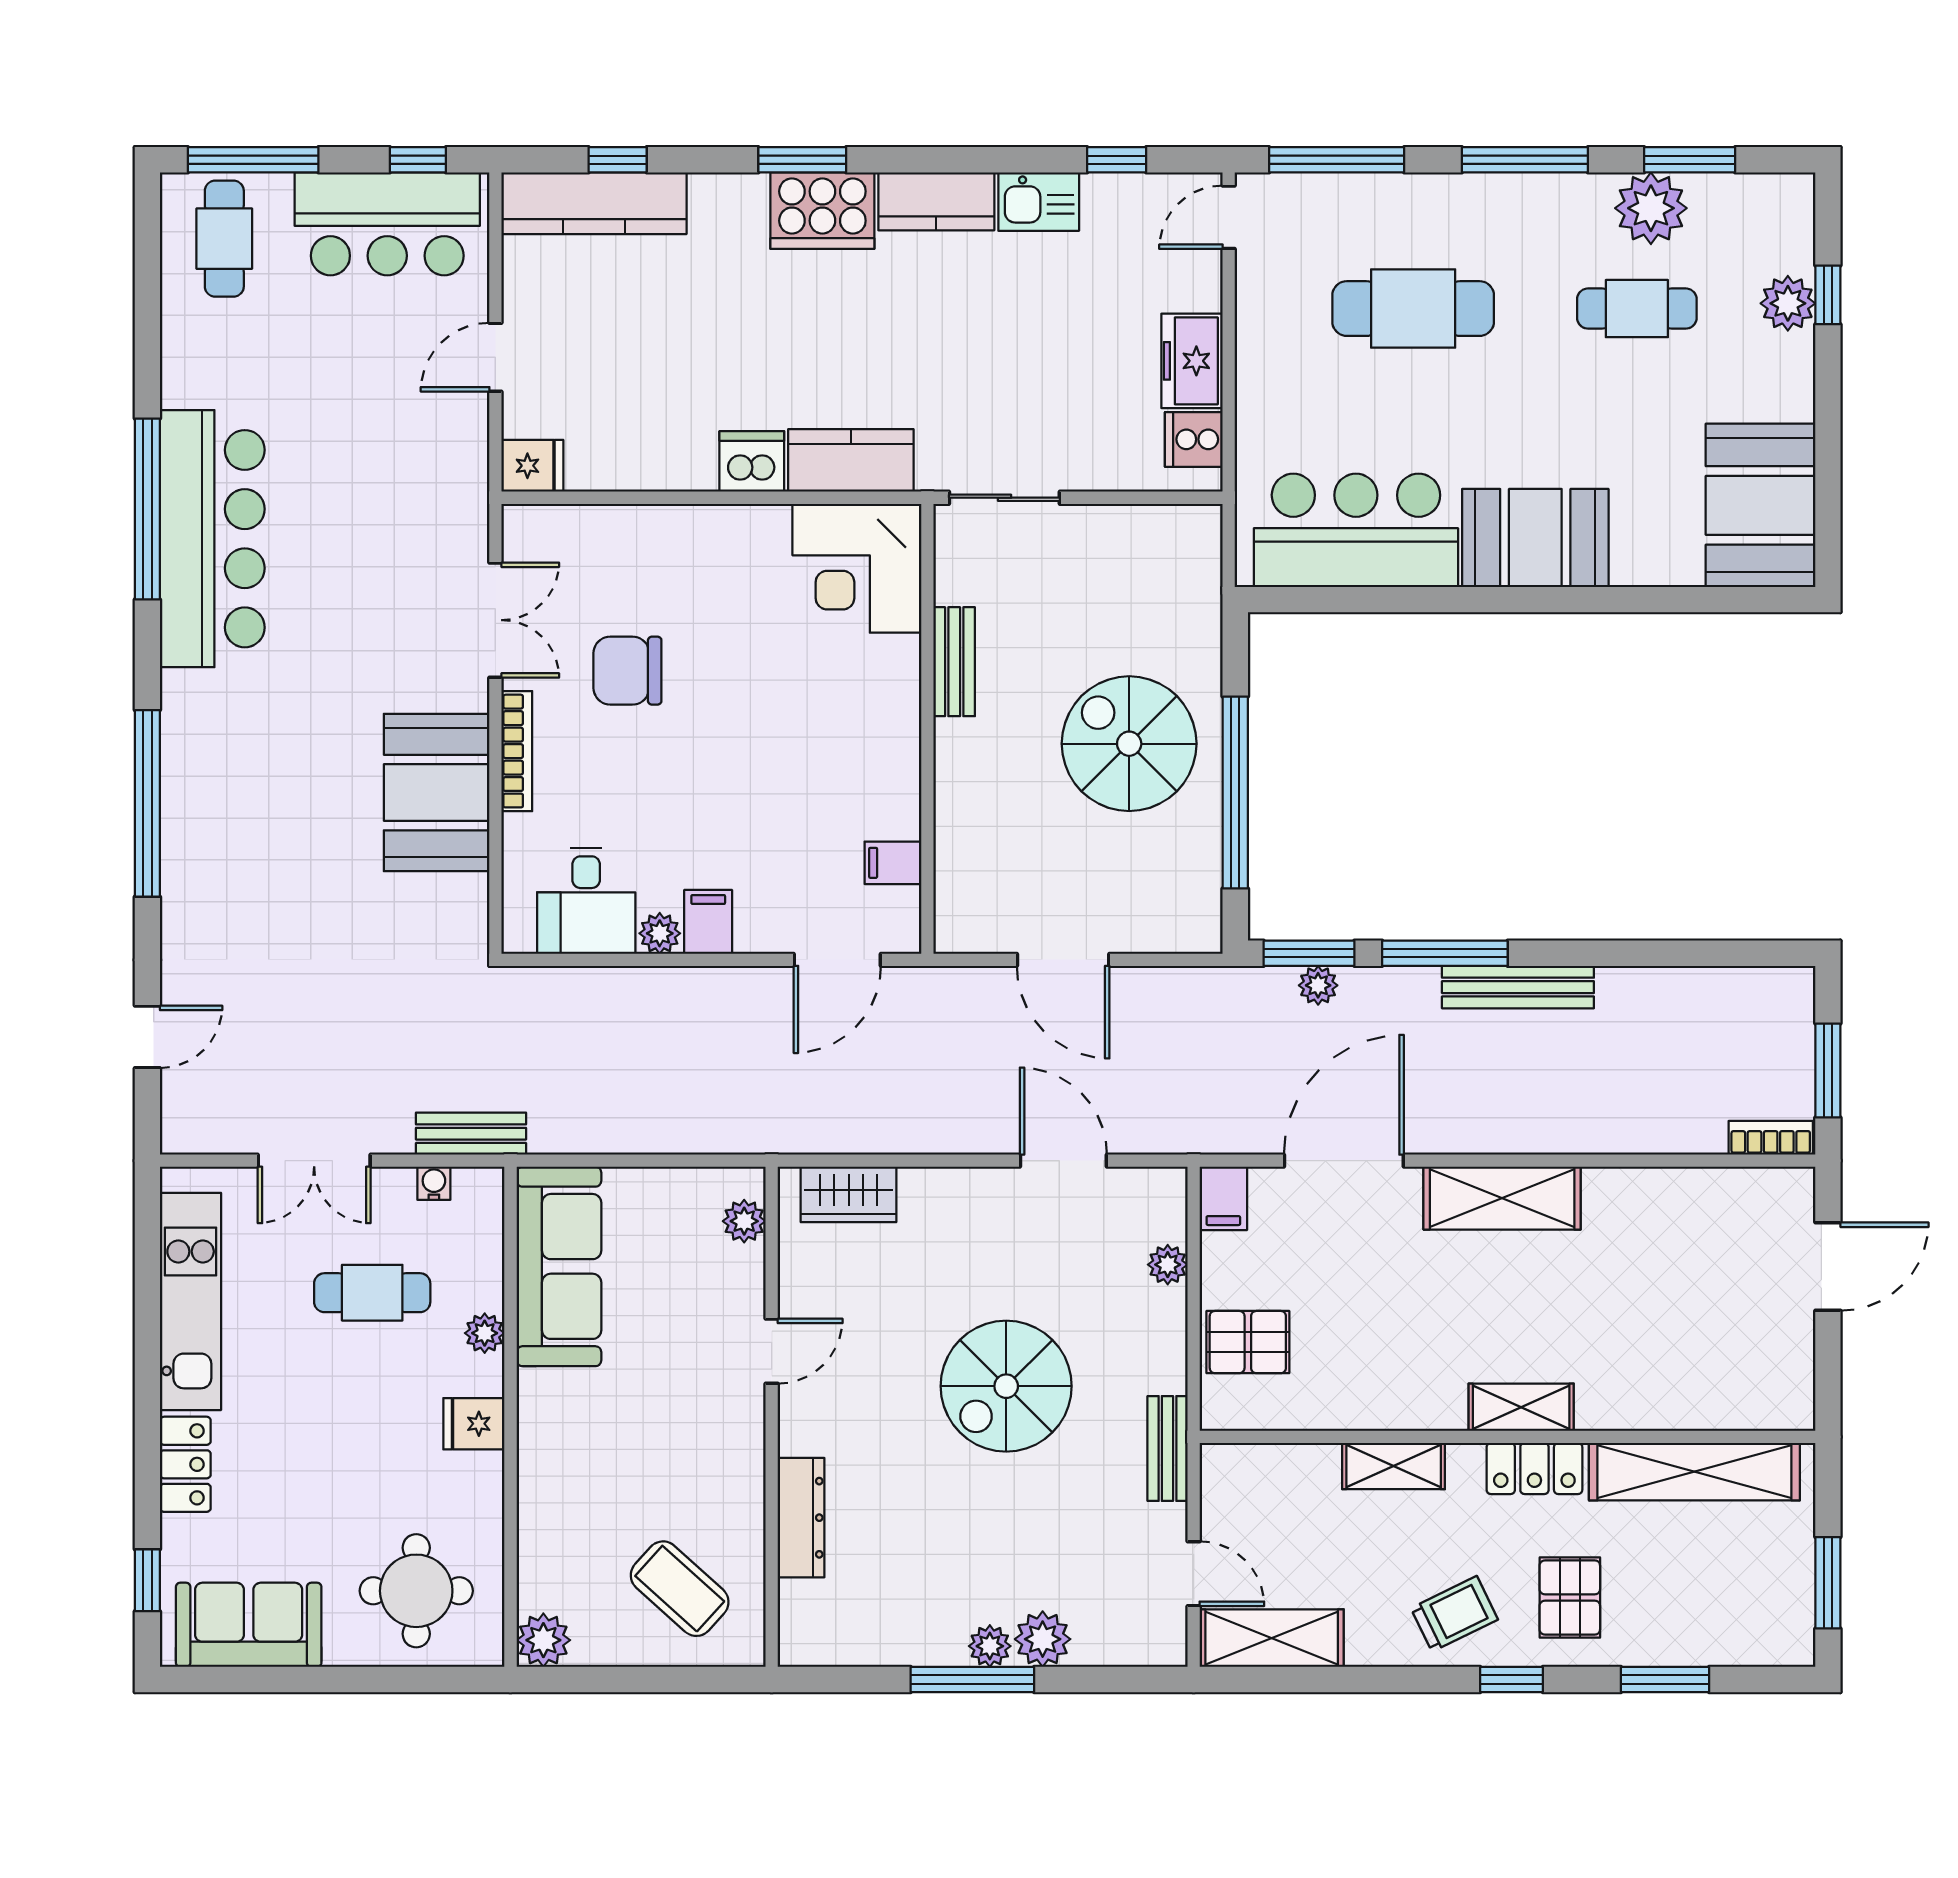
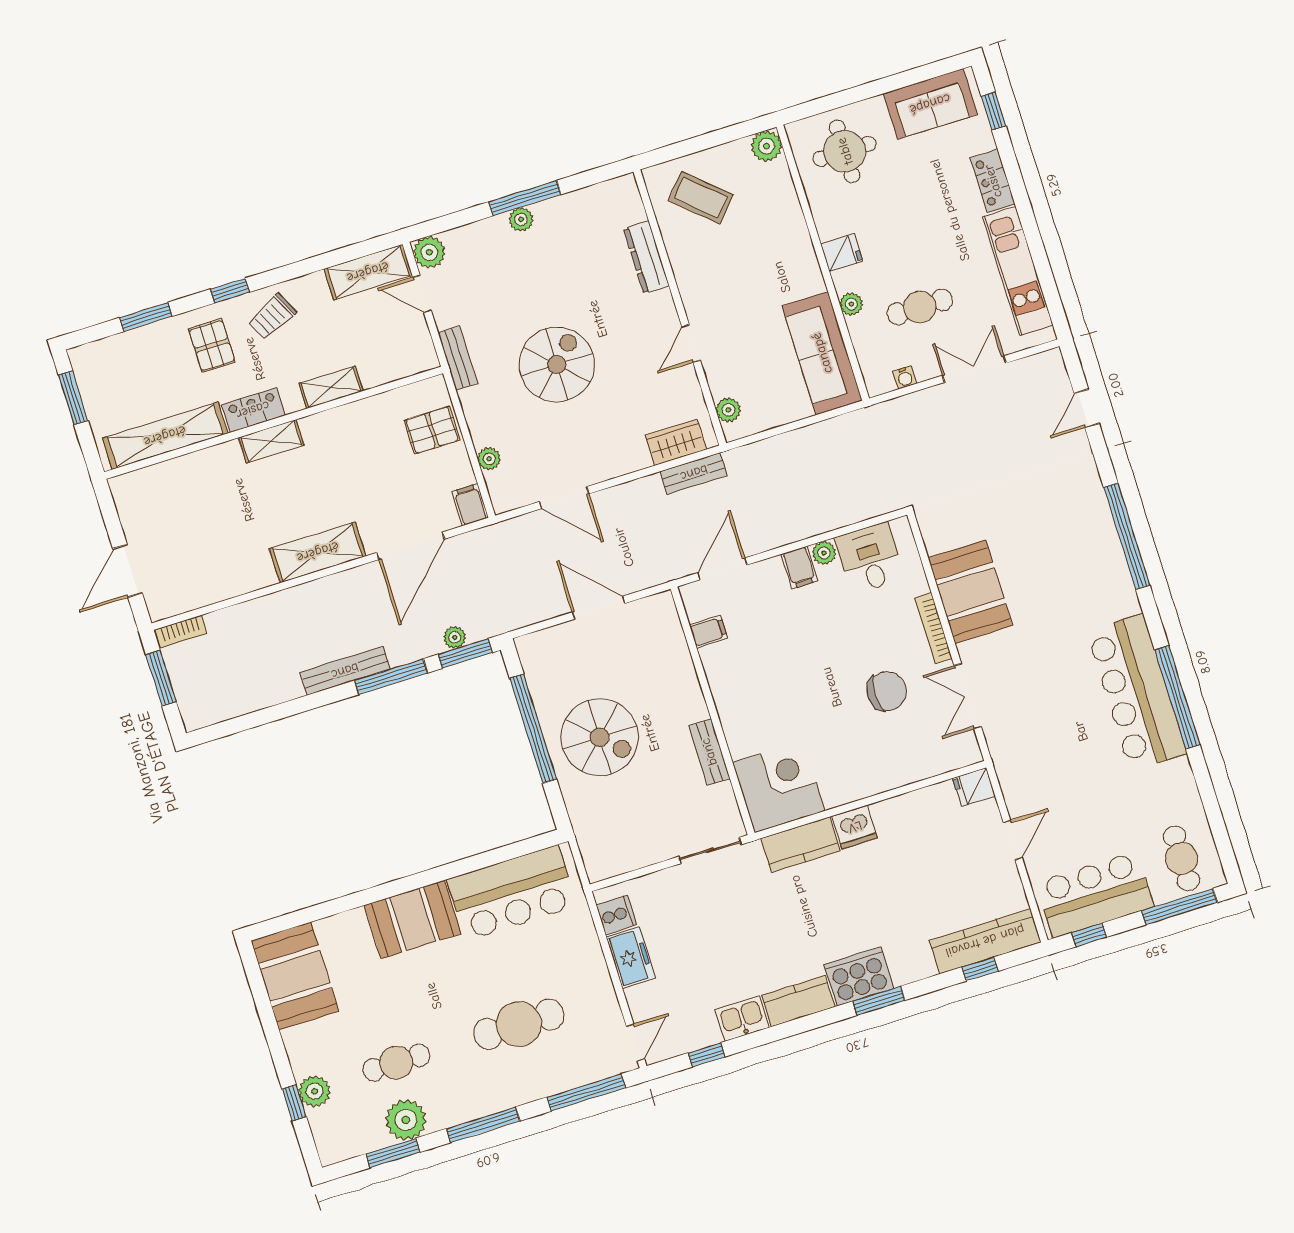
bench: (471, 1134) -> (694, 473), moved
plant: (1043, 1639) -> (429, 252), moved

